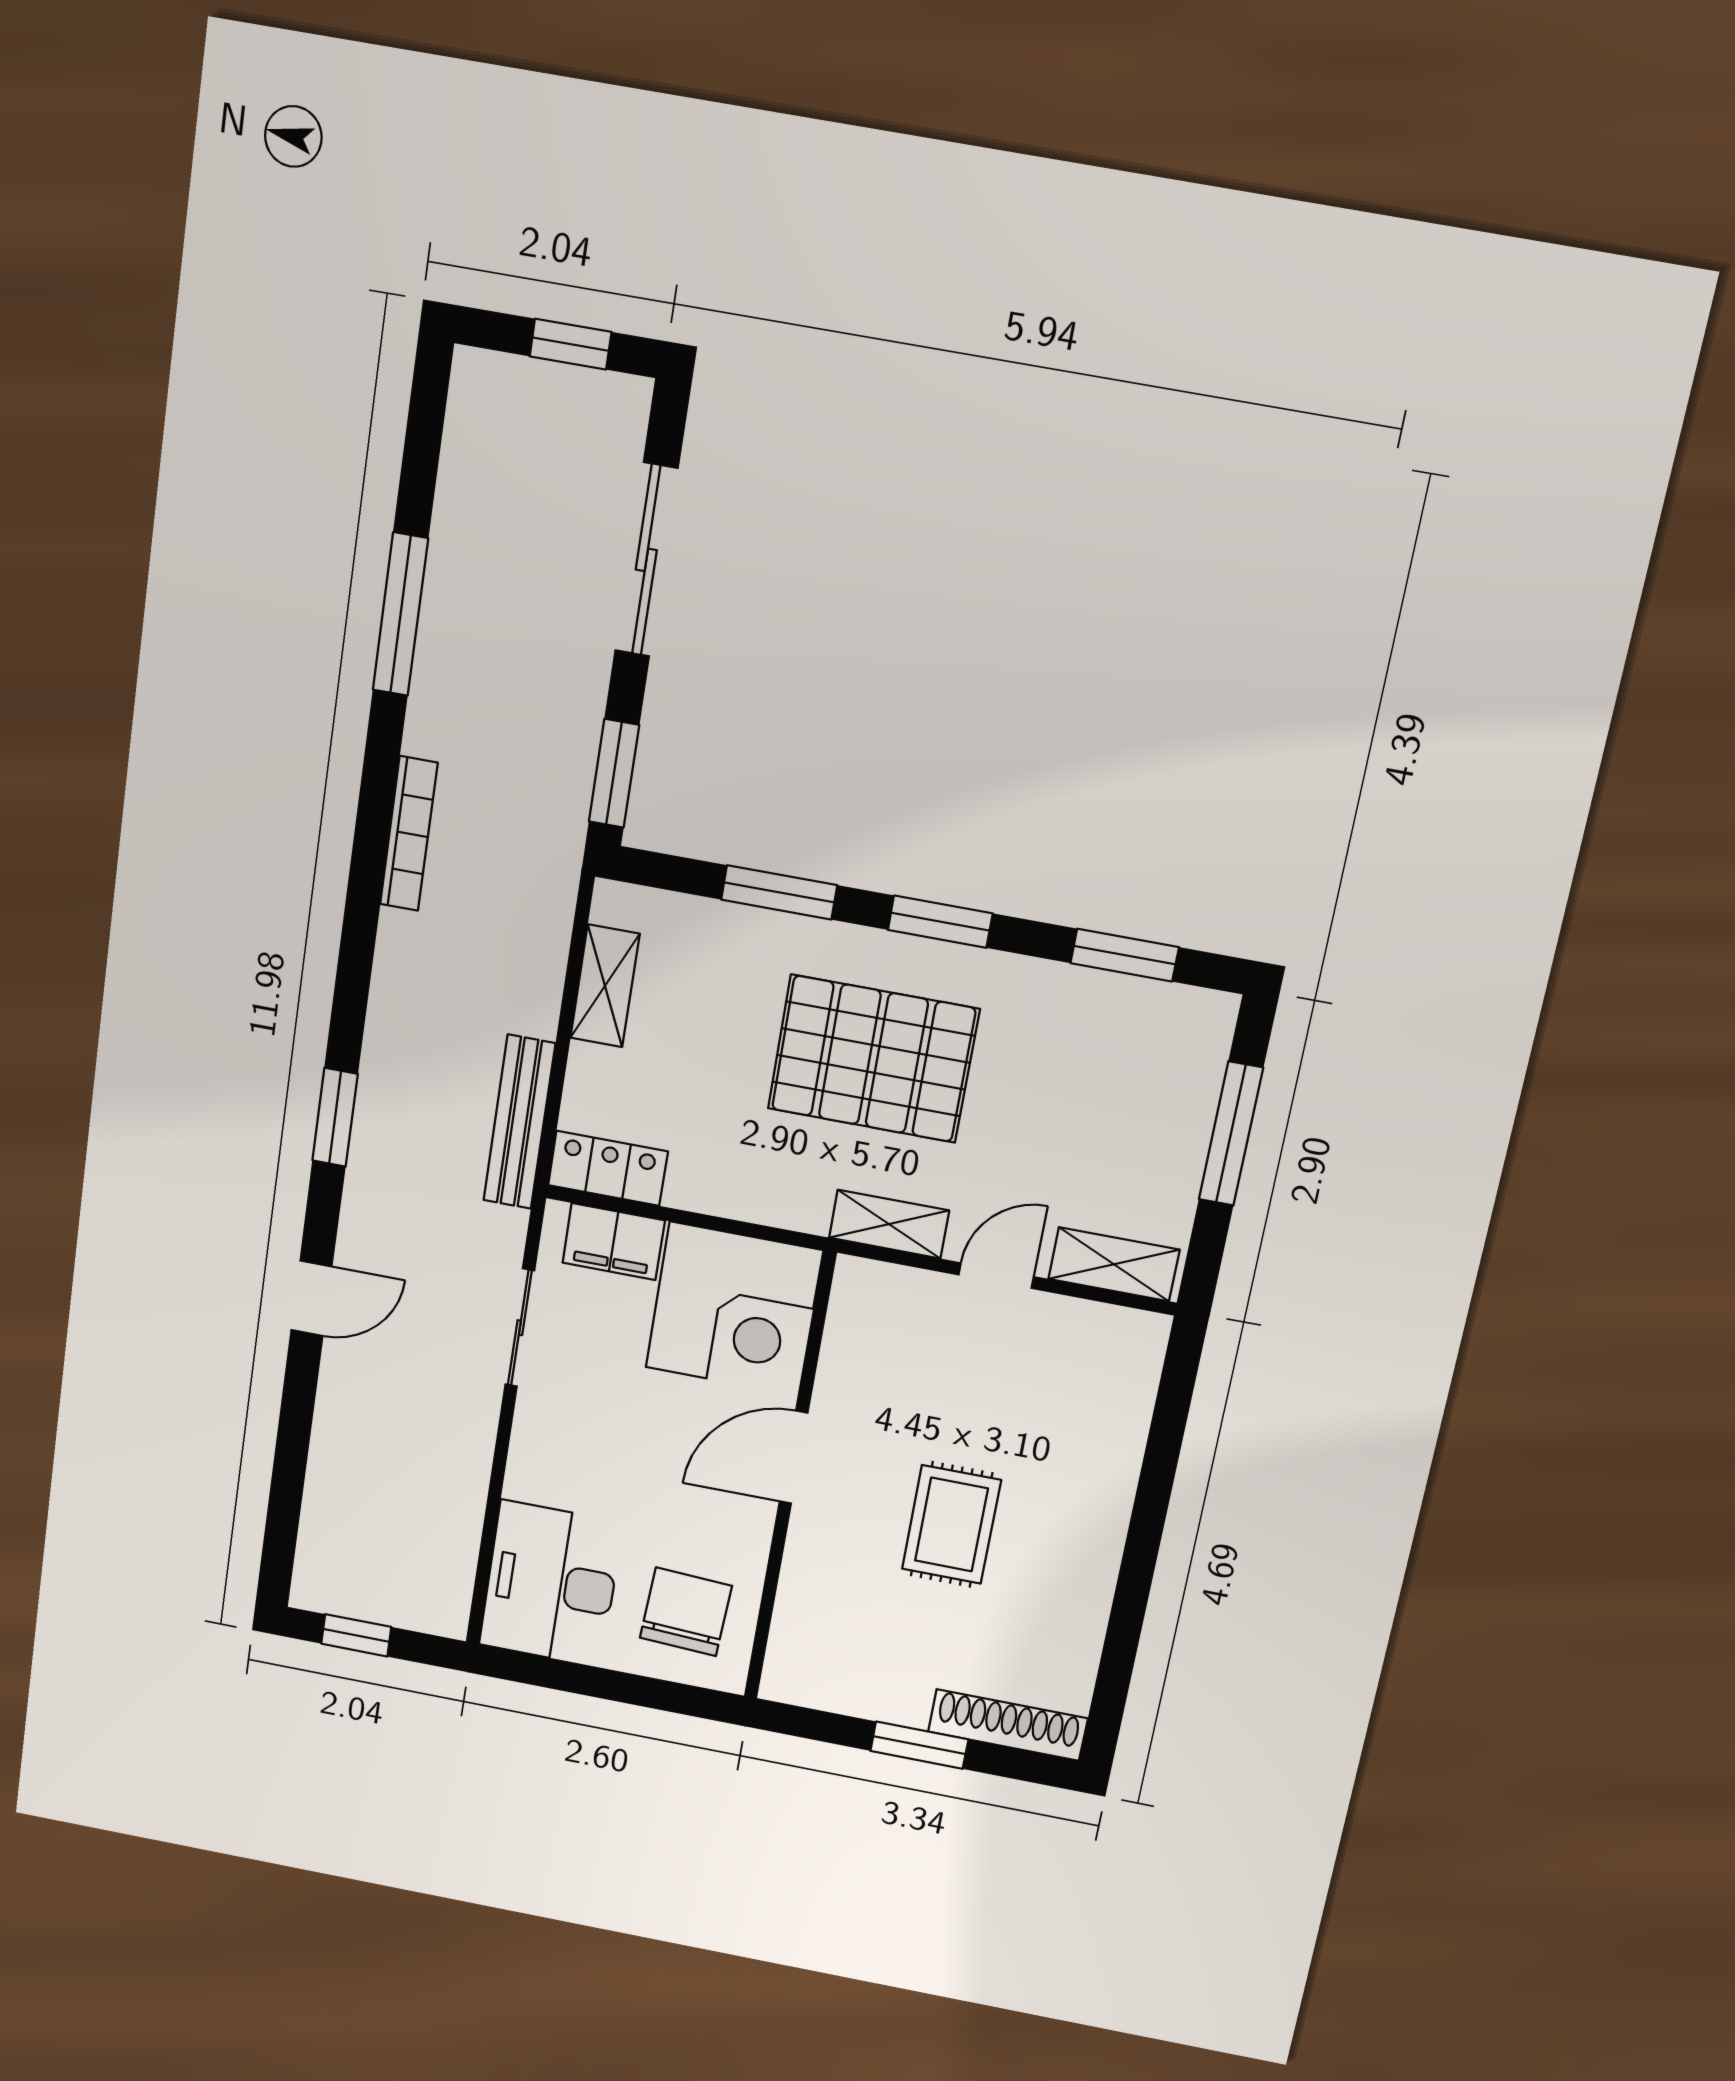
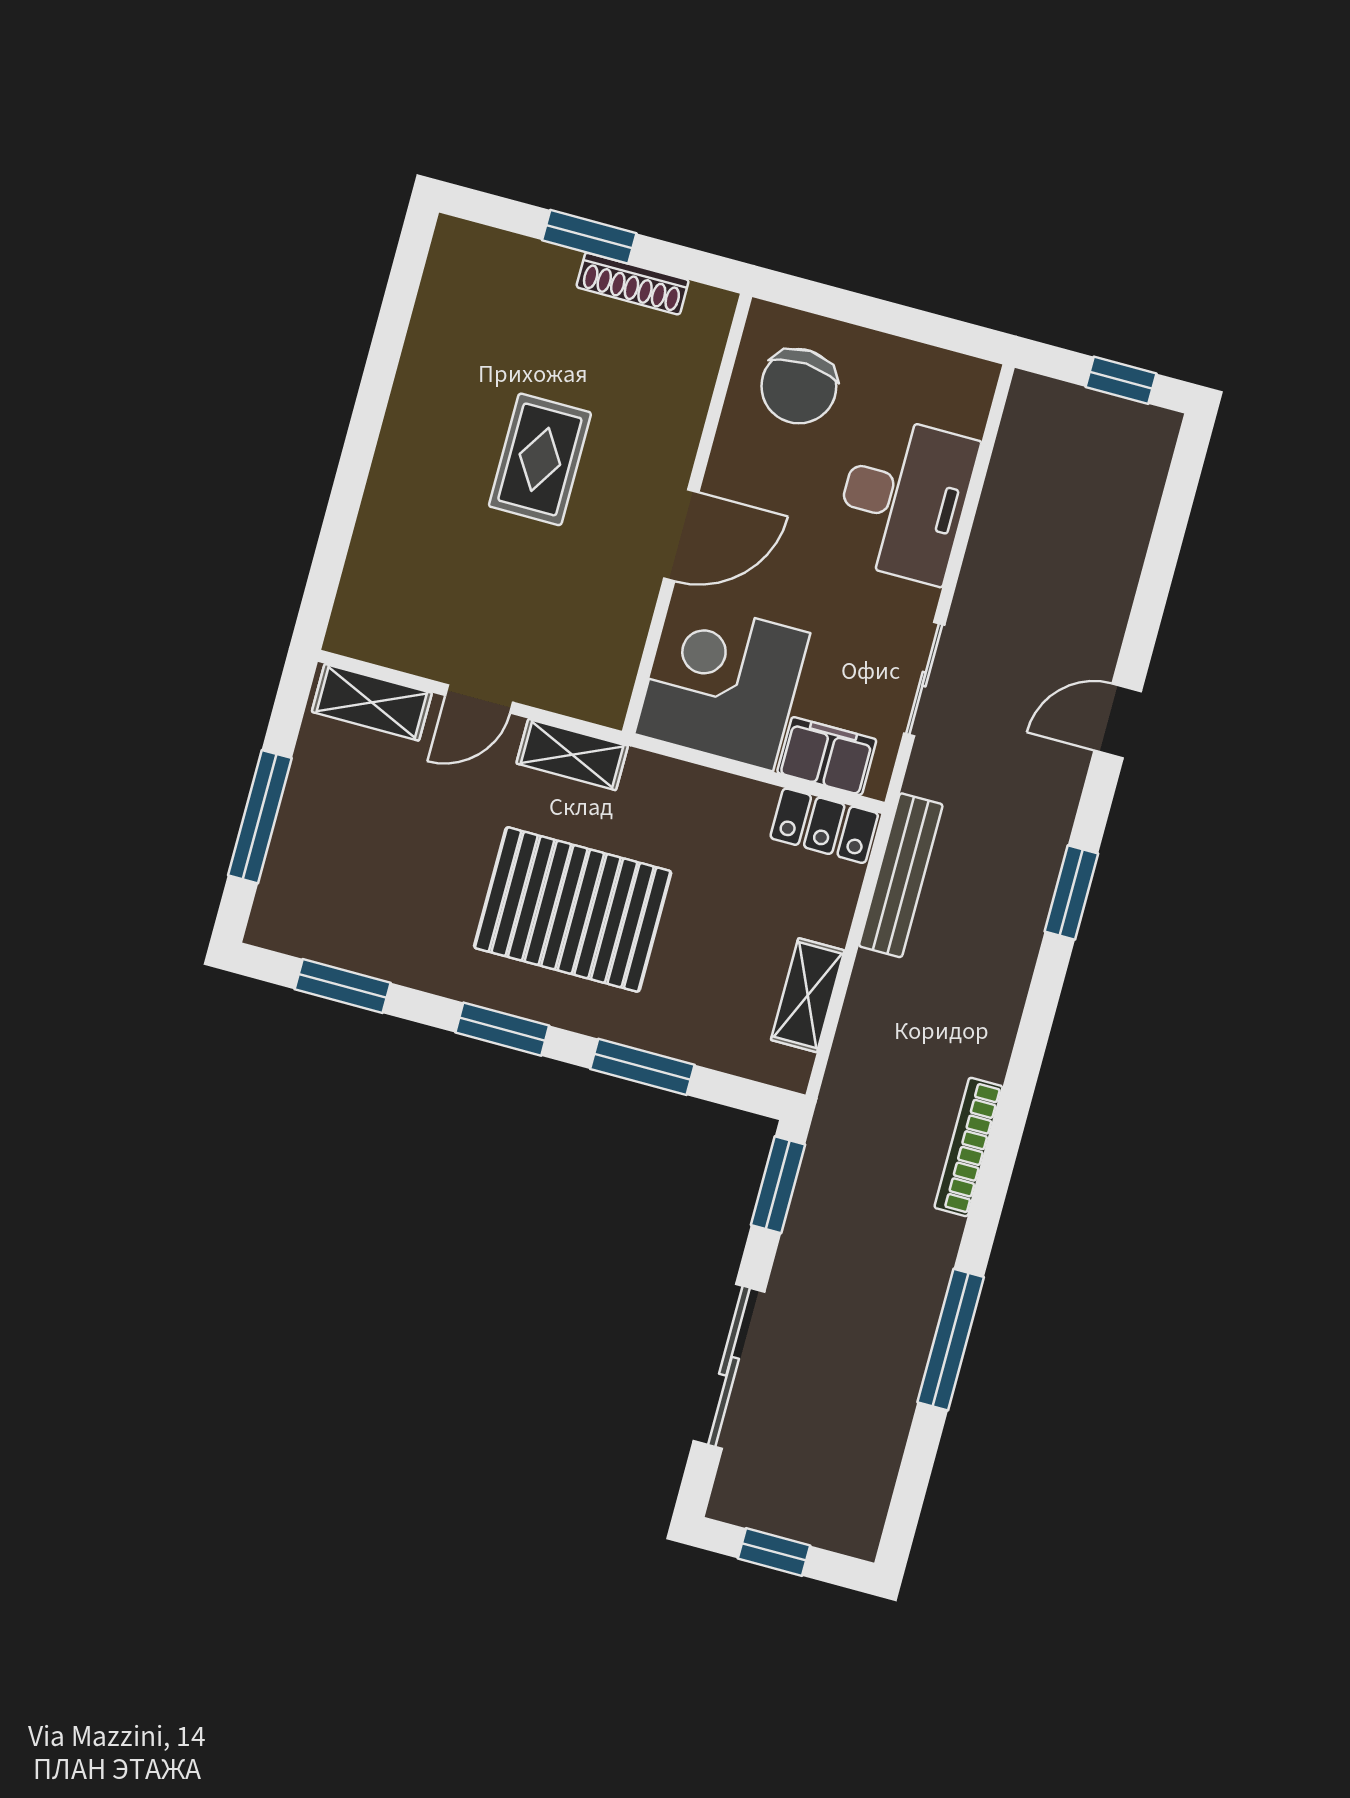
desk: (551, 1584) -> (904, 499), moved
shoe rack: (1008, 1725) -> (633, 284), moved, width x0.74, depth x0.81

